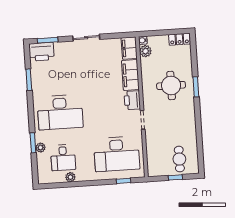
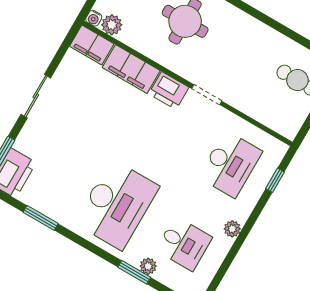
desk: (117, 154) -> (230, 164), width x0.73, depth x0.77
plant: (70, 177) -> (232, 229), moved

